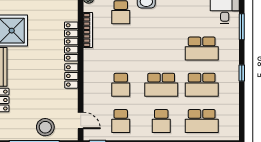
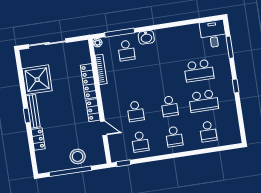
school desk: (161, 85) -> (170, 106), width x0.54
door: (81, 120) -> (104, 128), moved
school desk: (202, 121) -> (208, 131), width x0.54

